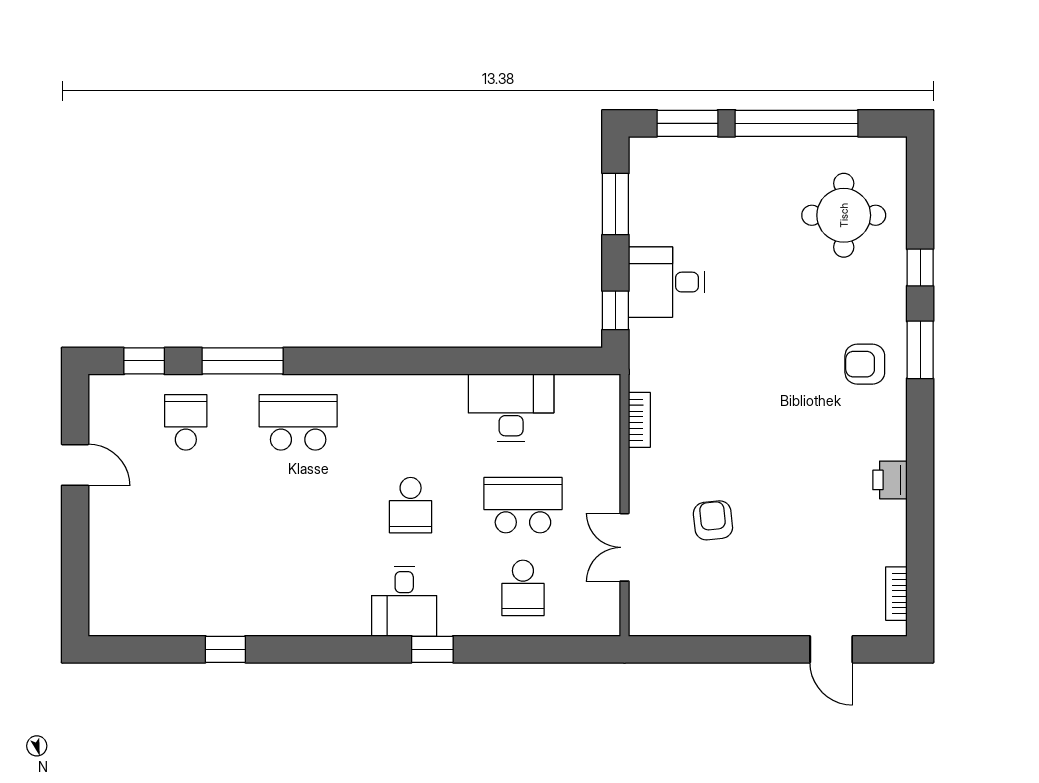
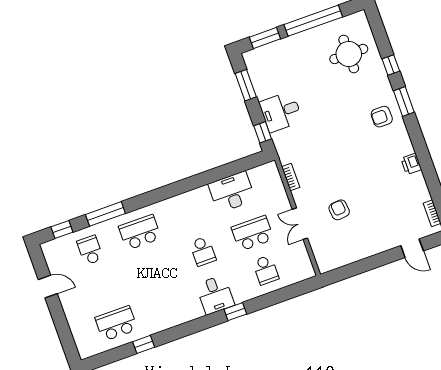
double door: (625, 547) -> (300, 224), moved
school desk: (186, 588) -> (116, 323), added

